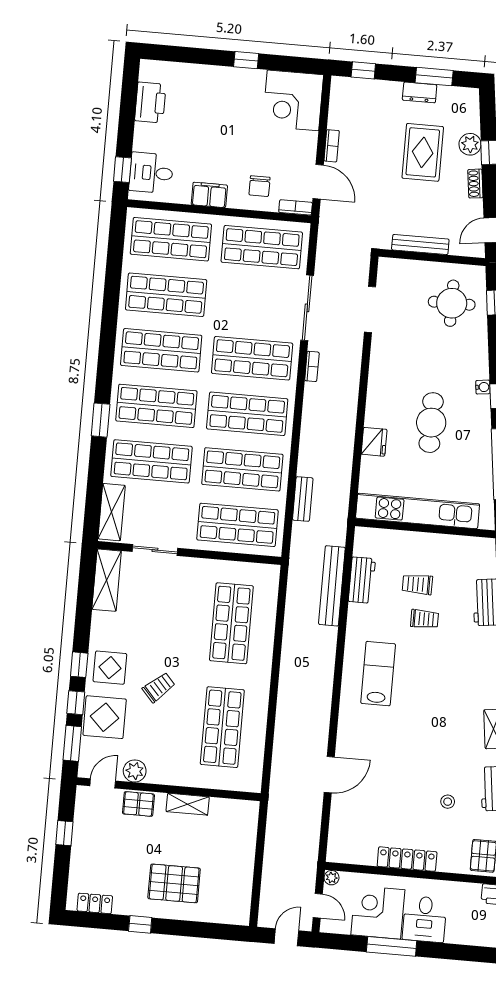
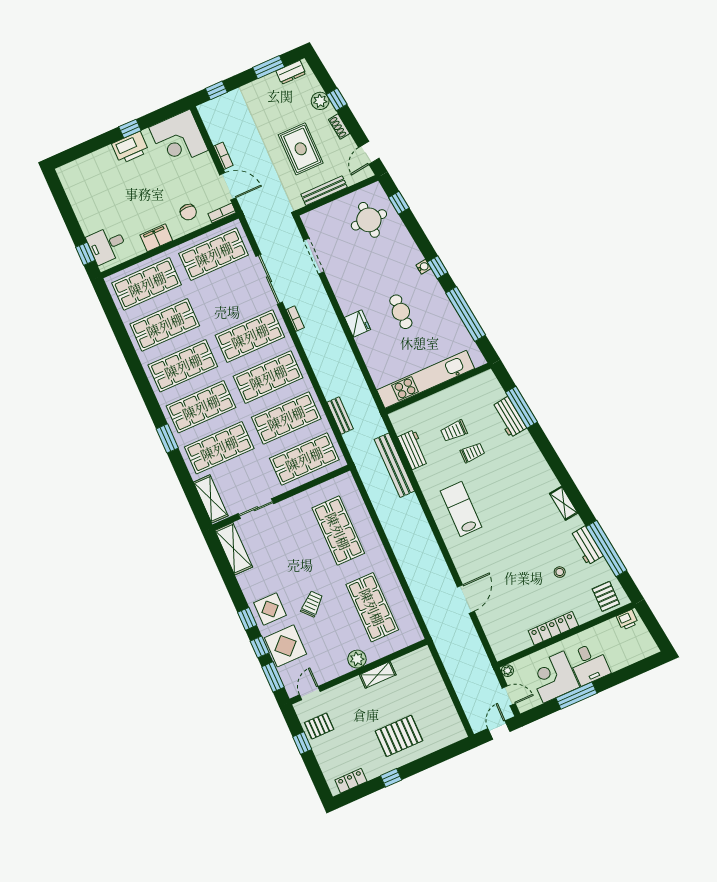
dresser: (420, 92) -> (291, 72), moved
printer: (150, 102) -> (130, 148), moved, turned 90
rug: (423, 152) -> (301, 149), moved
cafe table: (431, 423) -> (401, 312), width x0.73, depth x0.74
fridge: (374, 442) -> (357, 323), moved
plant: (135, 771) -> (357, 659), moved
pallet: (138, 804) -> (319, 726), moved

